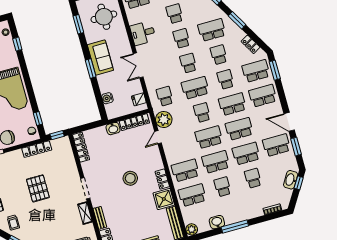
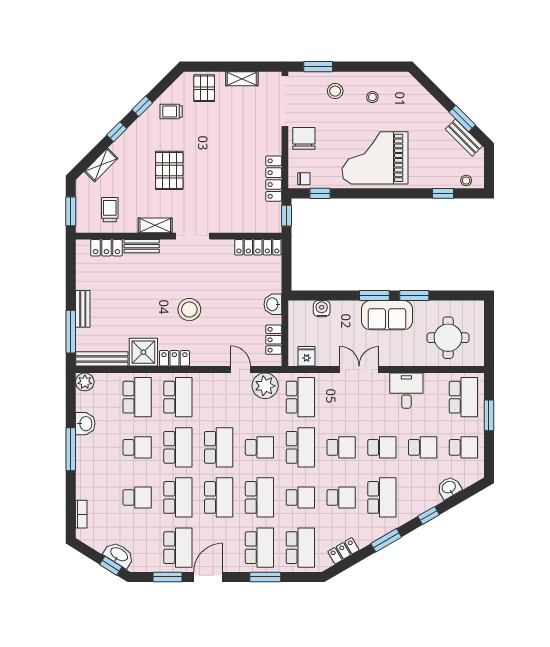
window: (78, 24) -> (414, 295), moved
window: (275, 70) -> (265, 577), moved
school desk: (165, 96) -> (300, 397), width x1.85
locker: (134, 122) -> (274, 340), width x0.66
pallet: (38, 188) -> (169, 170), moved, turned 90

